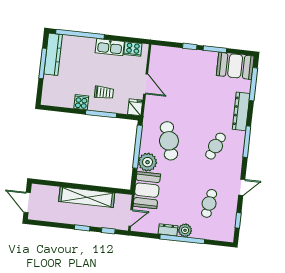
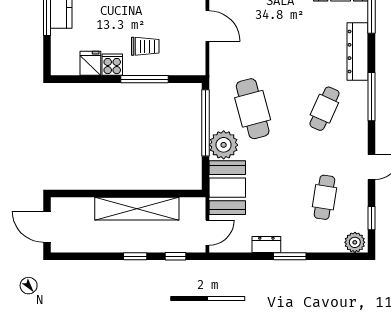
fridge: (135, 107) -> (90, 63), moved
plant: (185, 230) -> (355, 242), moved
window: (182, 239) -> (290, 256), width x0.47

